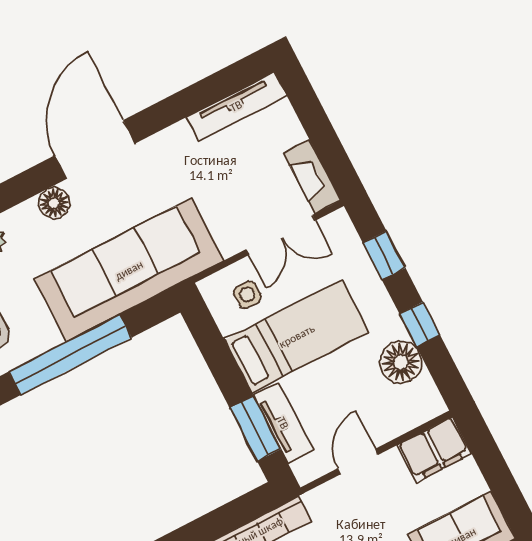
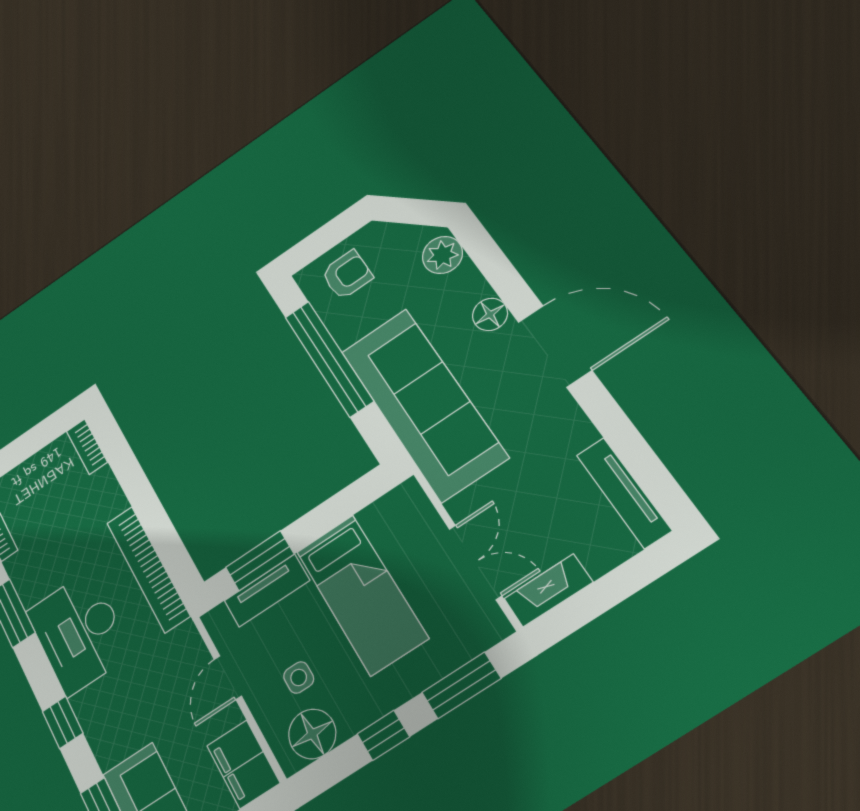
double door: (280, 235) -> (475, 562), swing flipped
window: (384, 255) -> (461, 685), width x1.50
side table: (247, 295) -> (299, 678), moved
floor lamp: (401, 362) -> (312, 734), moved
door: (358, 462) -> (228, 678), swing flipped

